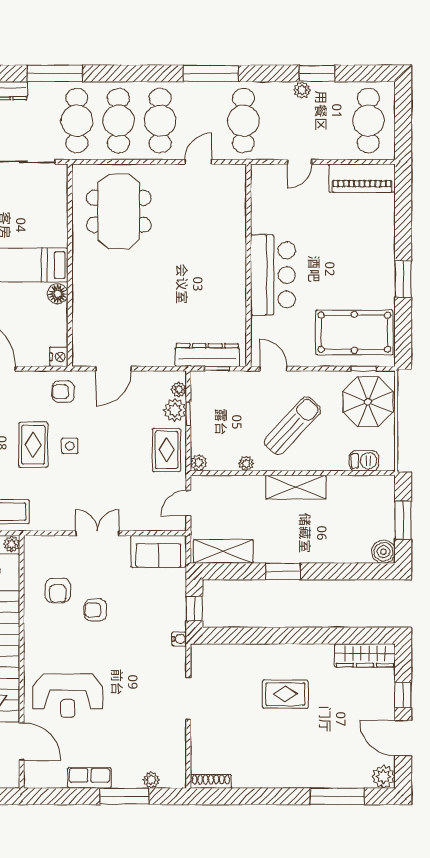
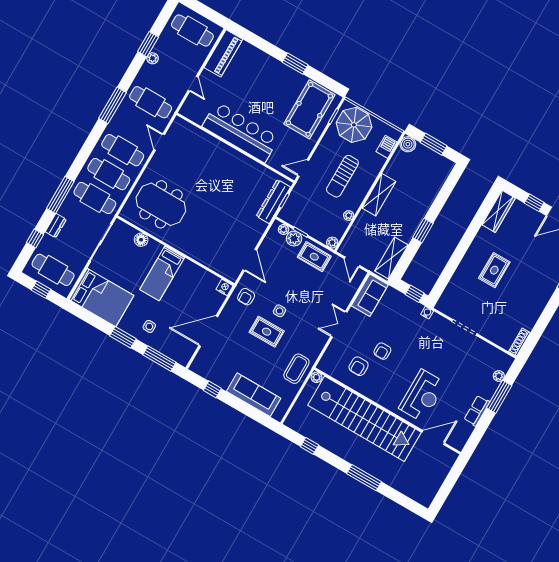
bar counter: (273, 275) -> (241, 132), width x1.36
floor lamp: (58, 294) -> (141, 240), moved
sun lounger: (292, 426) -> (342, 176), turned -133
boiler: (383, 552) -> (408, 144), moved
armchair: (58, 590) -> (359, 366), turned 90

